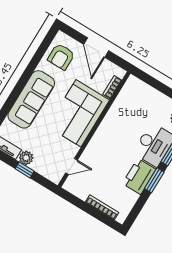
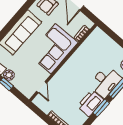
door: (72, 166) -> (42, 87), hinge flipped

